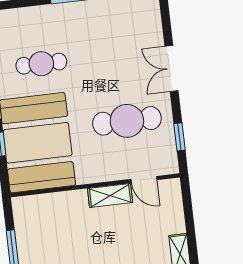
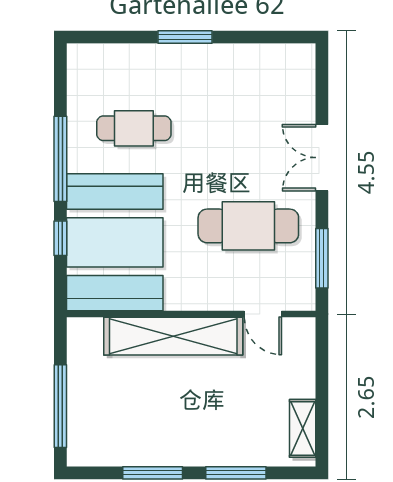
window: (179, 137) -> (322, 258), width x1.50
shelving: (110, 196) -> (173, 336), width x2.20, depth x1.33

